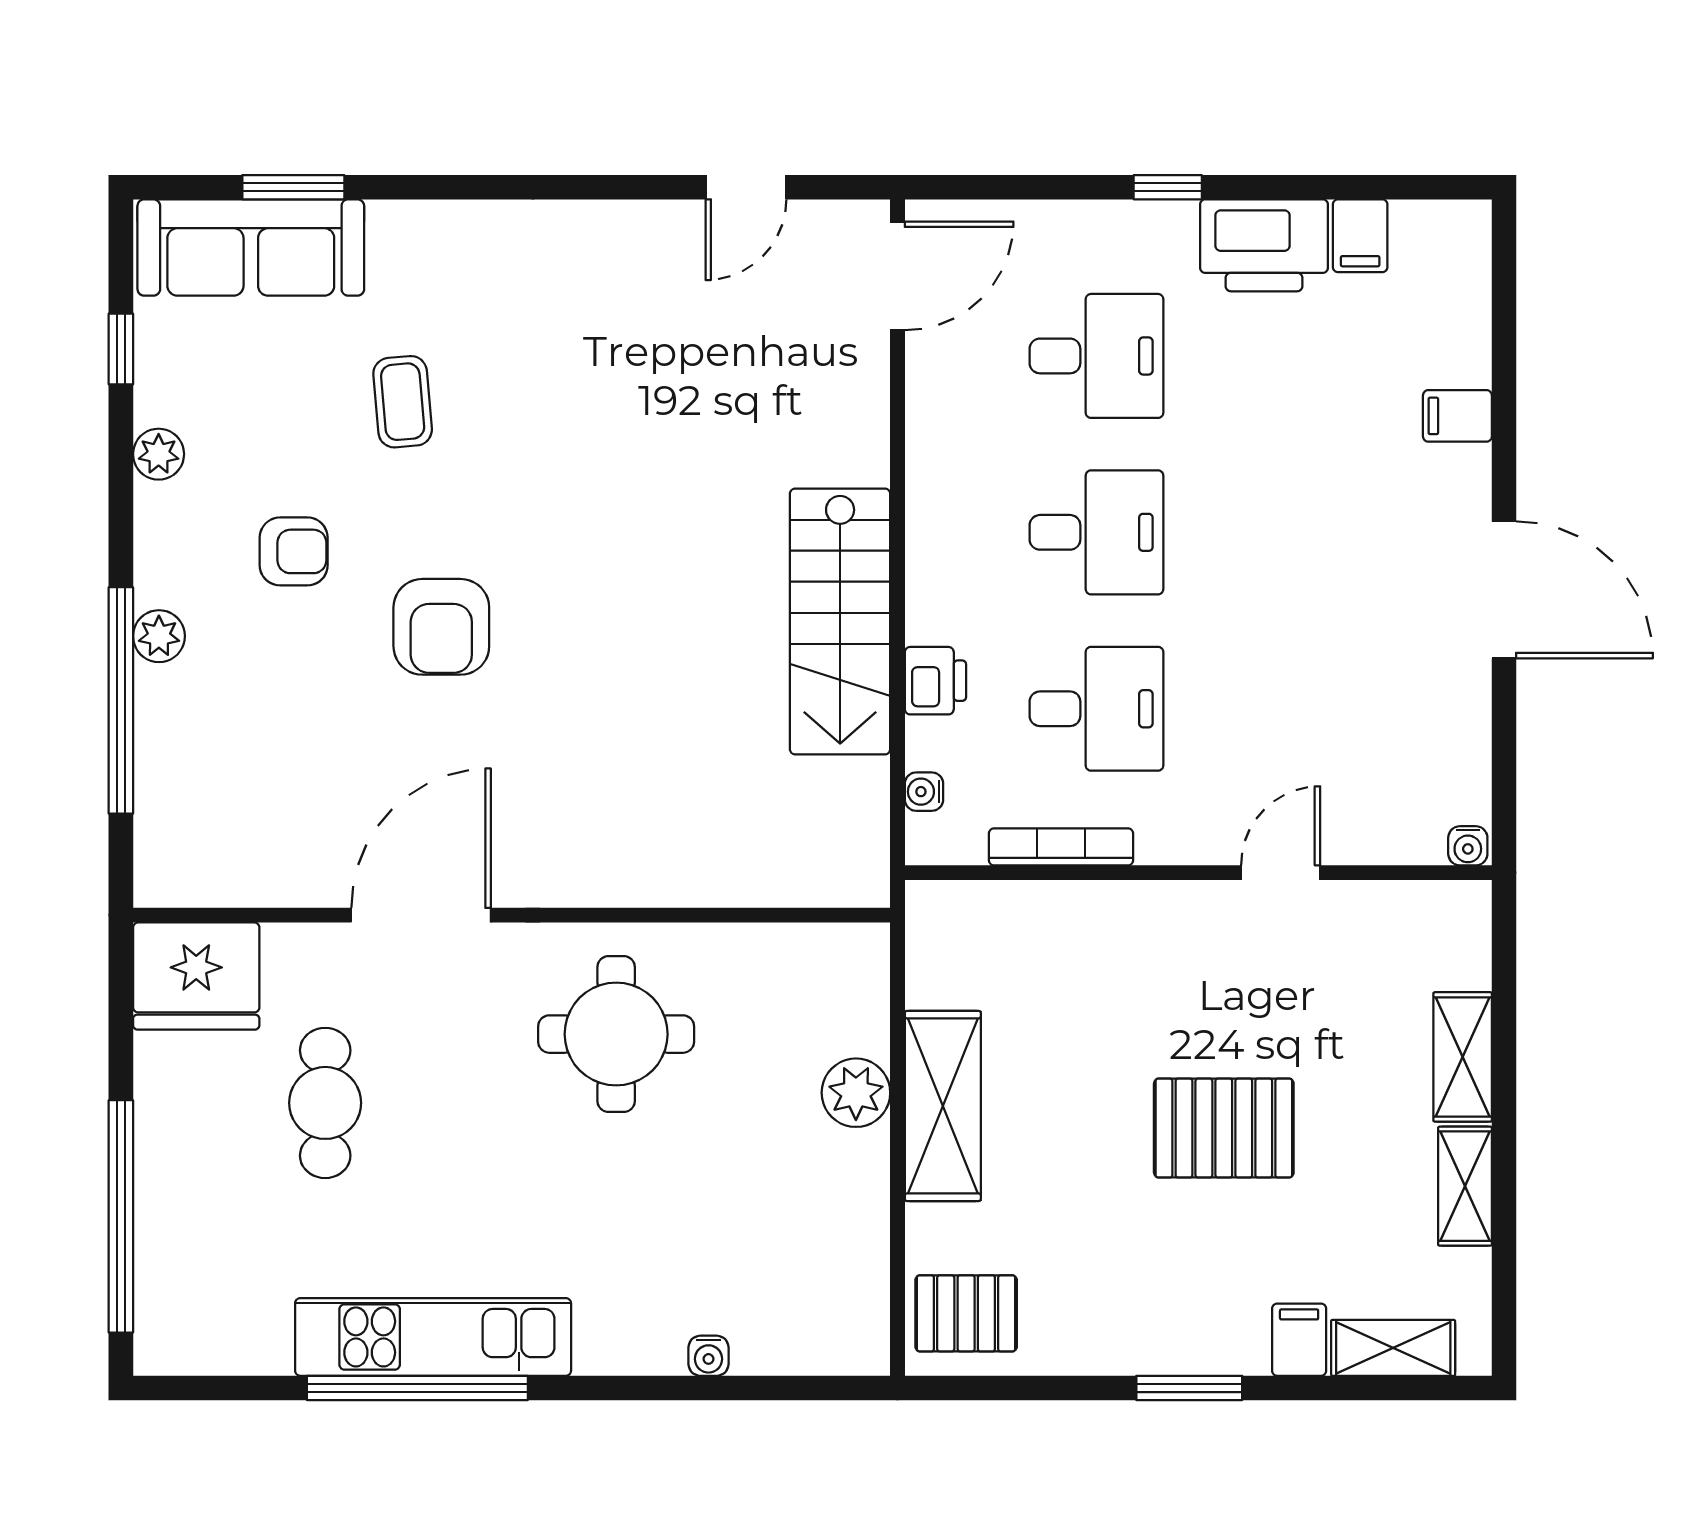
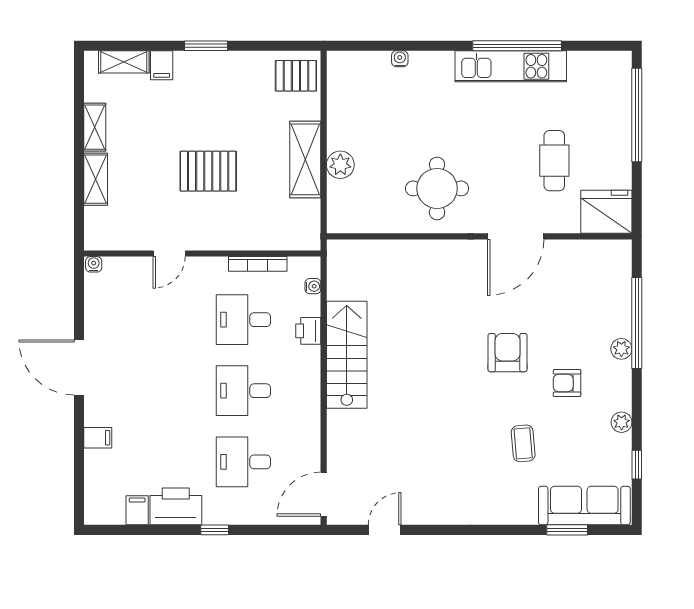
pallet: (1224, 1128) -> (208, 171), moved

